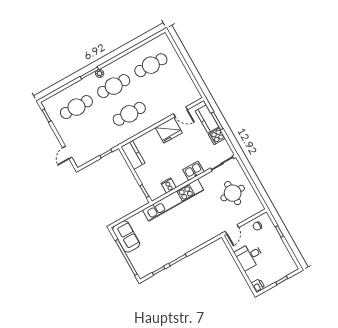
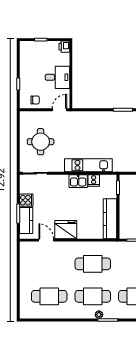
kitchen counter: (133, 155) -> (110, 219), width x1.50
kitchen sink: (193, 171) -> (78, 181), moved
kitchen unit: (173, 200) -> (88, 165), width x0.73

